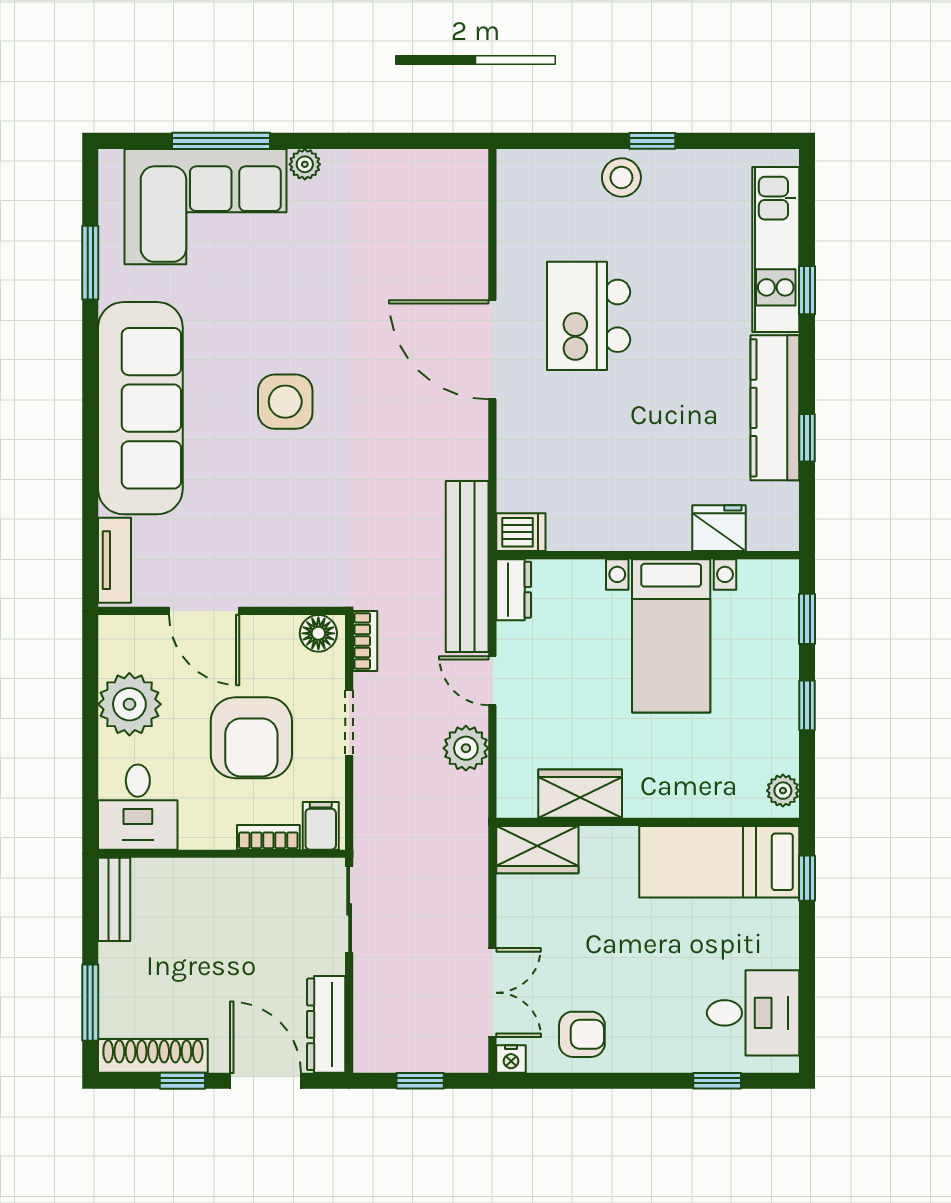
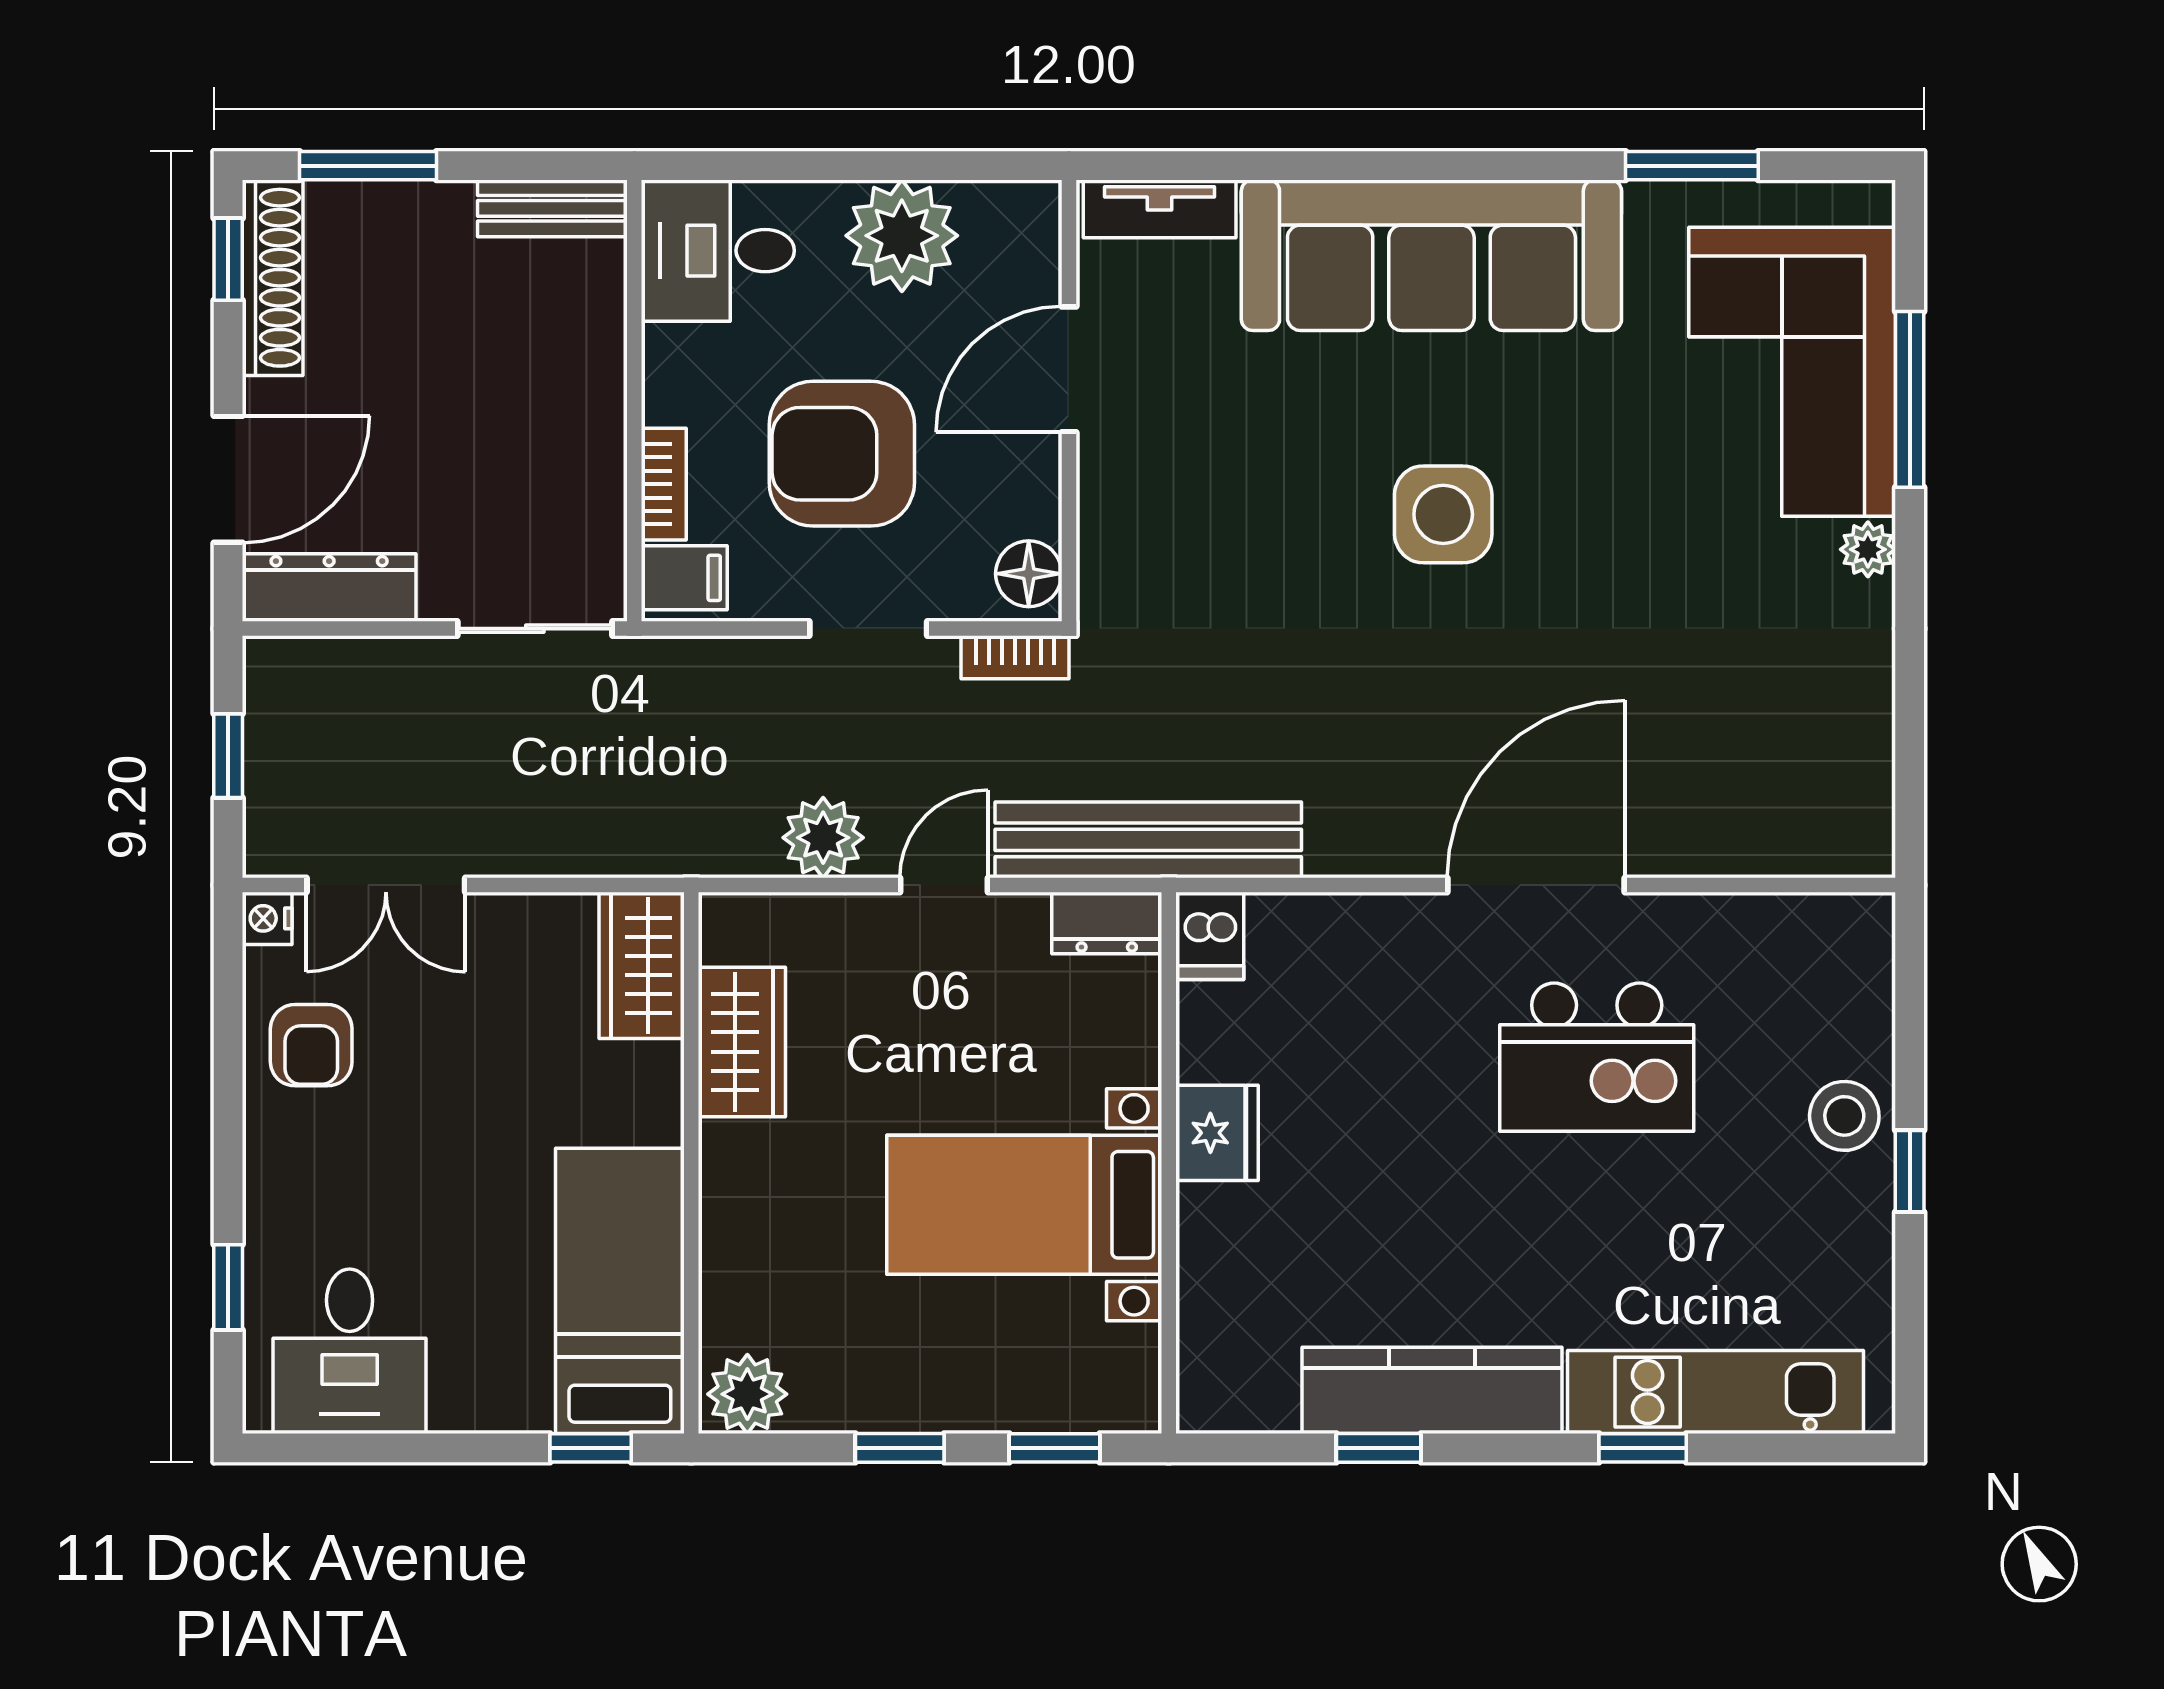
kitchen island: (589, 316) -> (1597, 1057), turned 180
fridge: (719, 528) -> (1217, 1133), moved
plant: (783, 791) -> (747, 1394), width x1.38, depth x1.38
window: (182, 1081) -> (228, 259), moved

